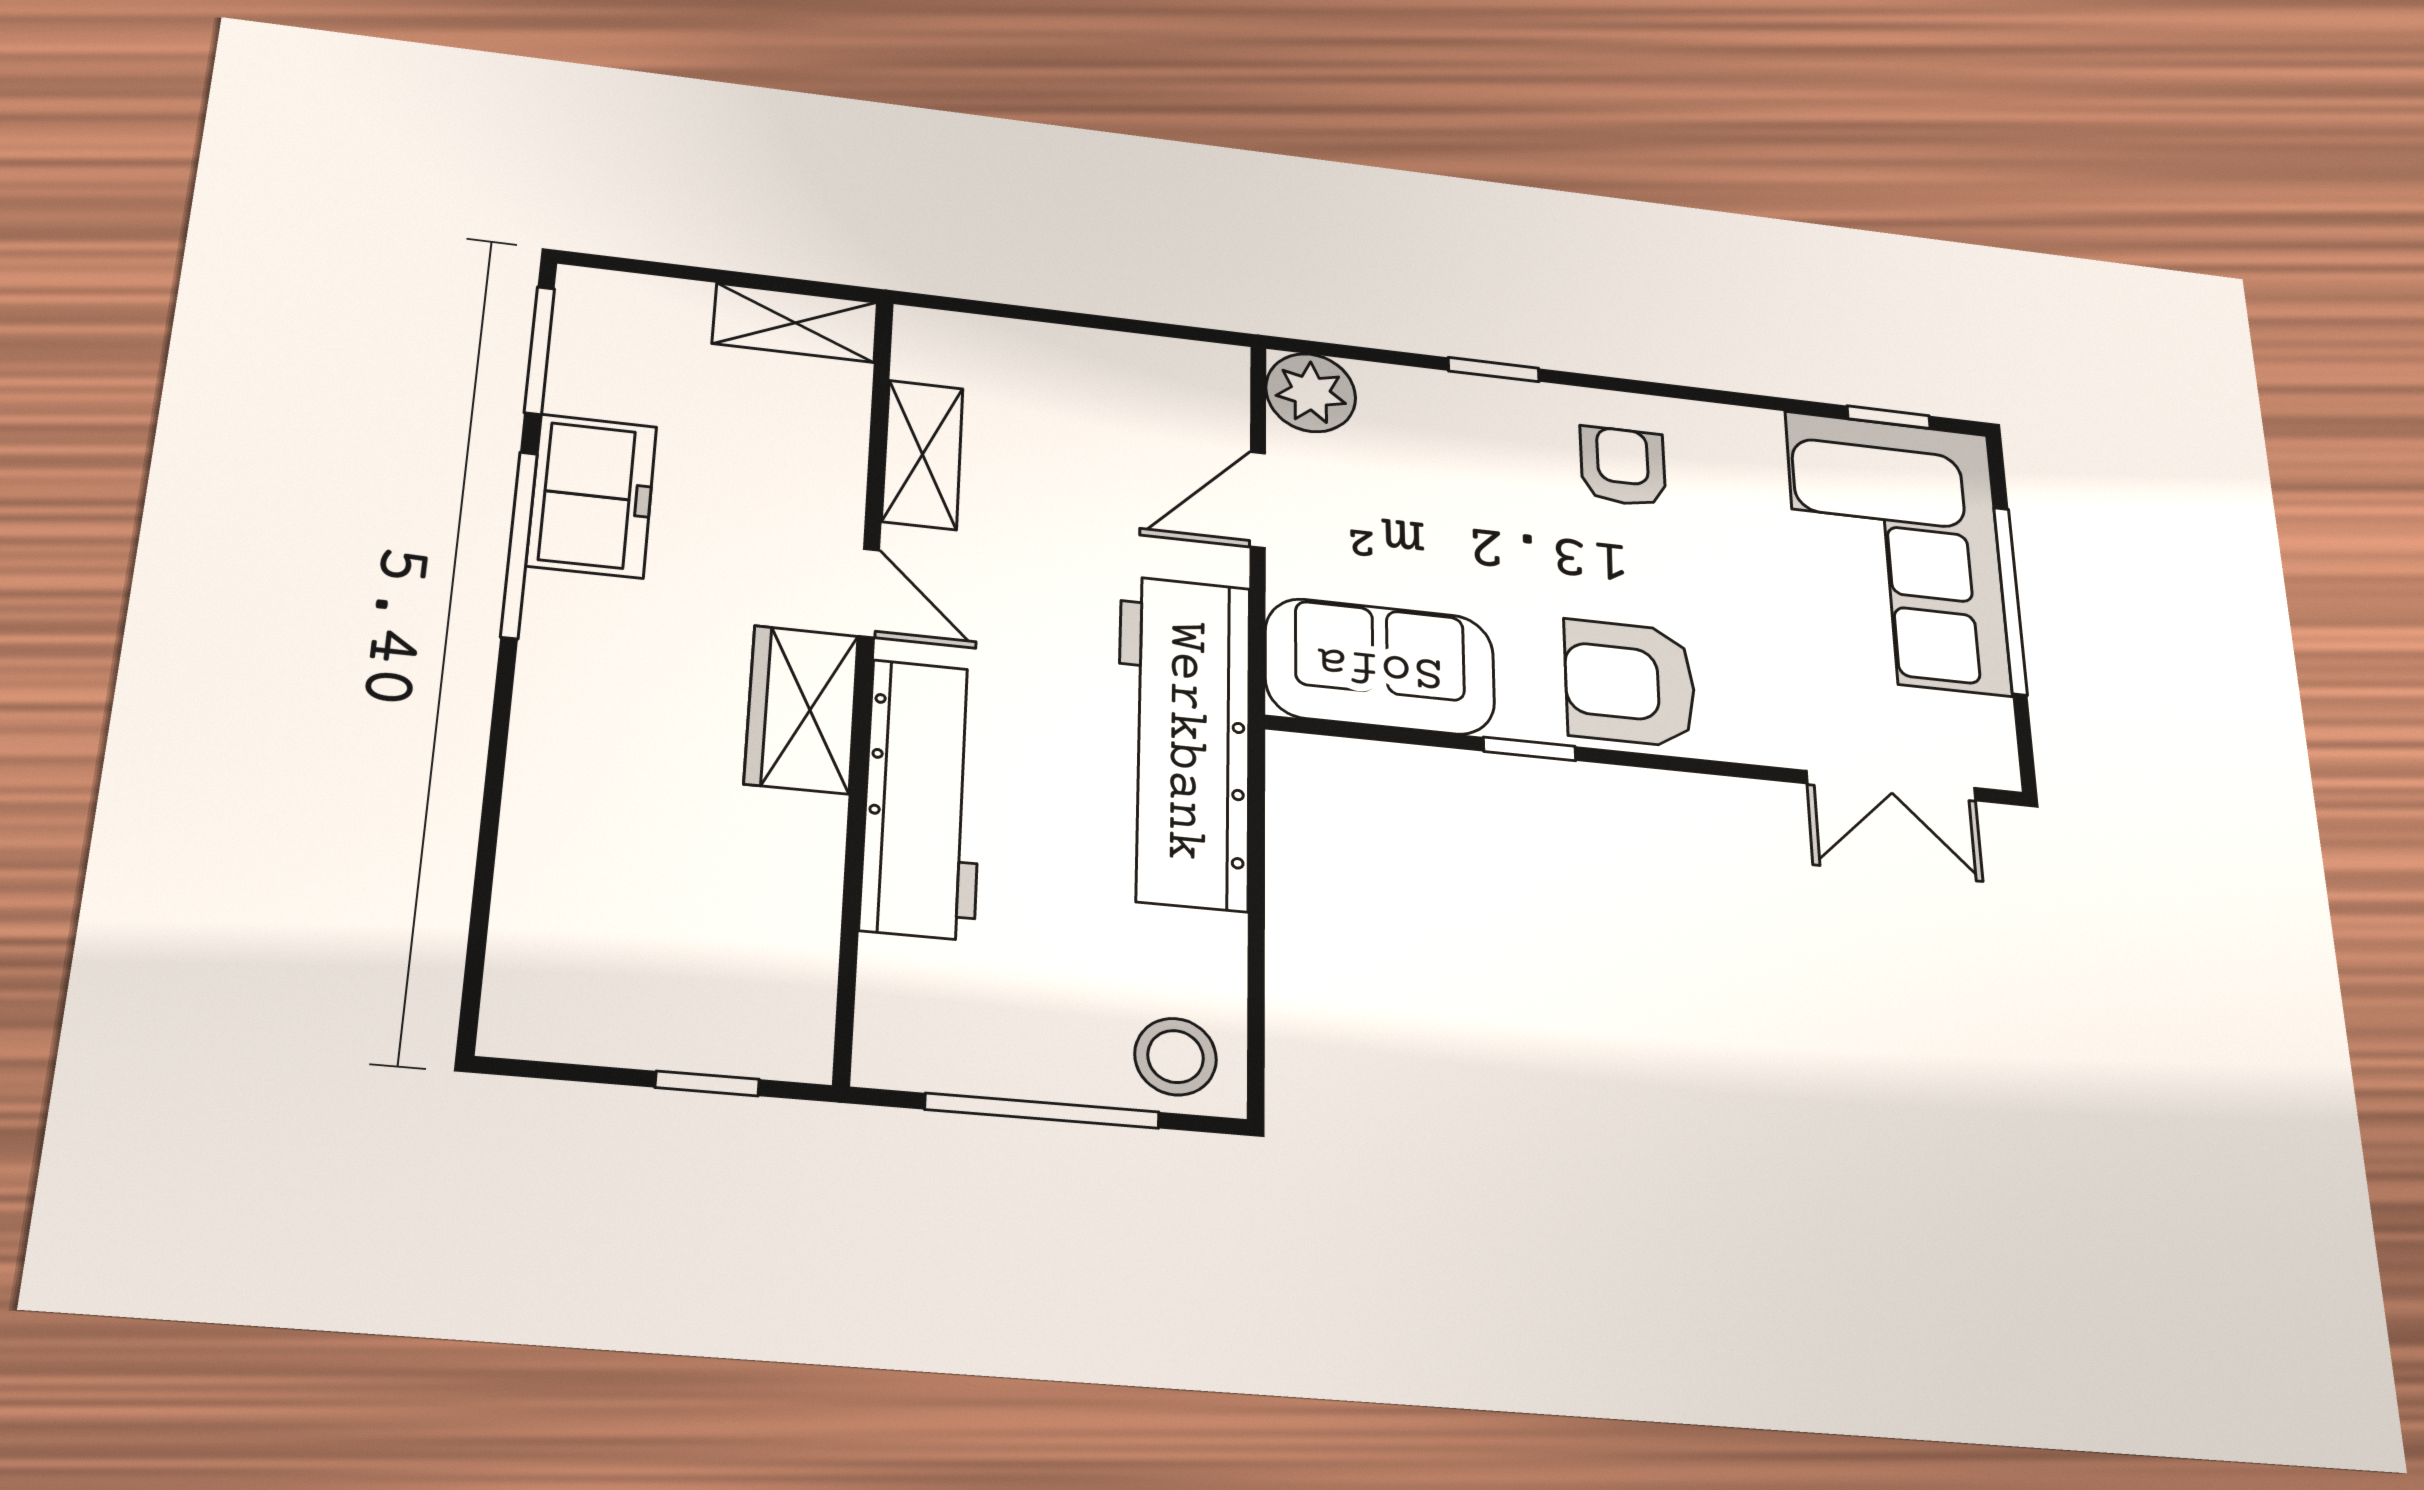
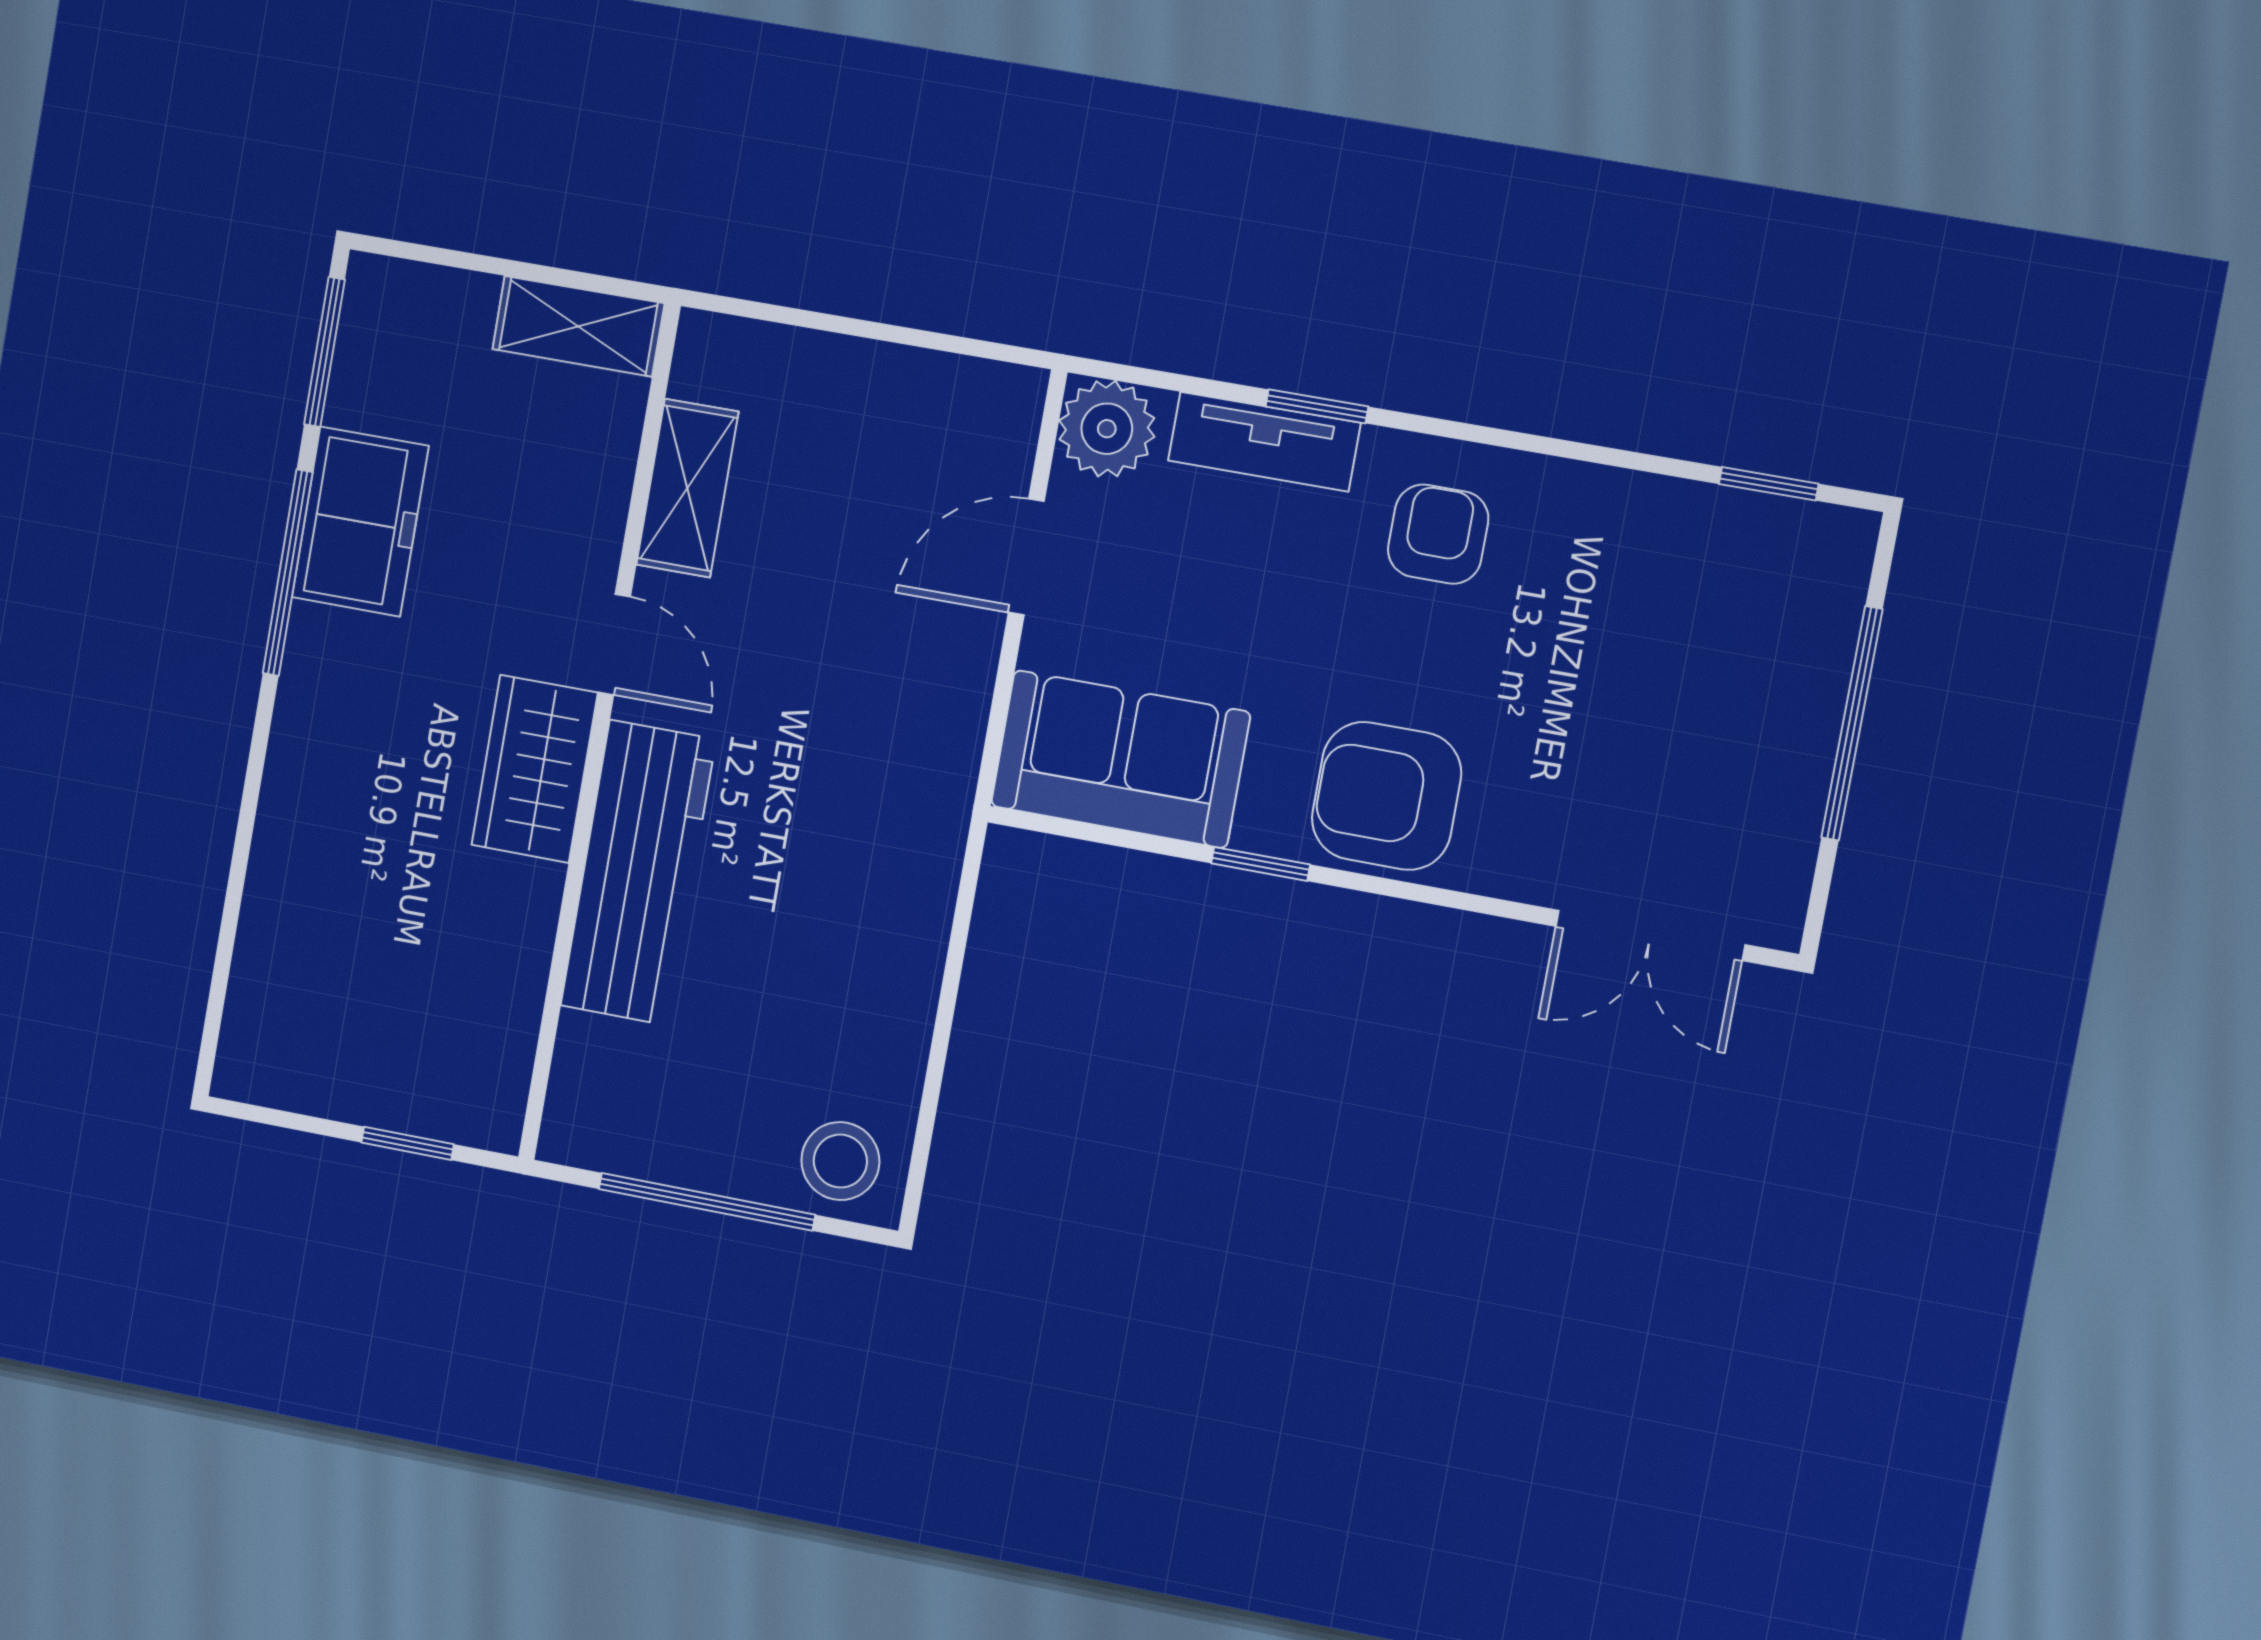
tv unit: (1454, 399) -> (1264, 442), added
corner sofa: (1897, 552) -> (1733, 656), removed
workbench: (1184, 741) -> (903, 829), removed

